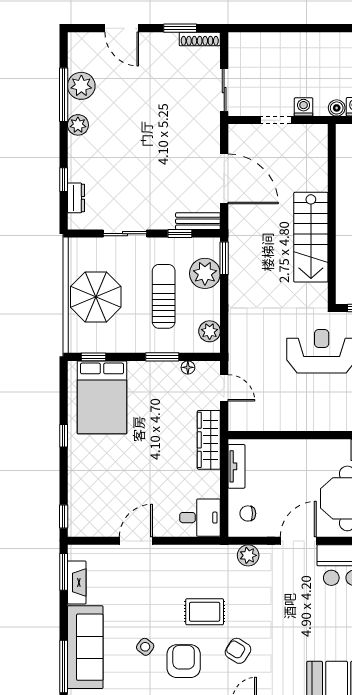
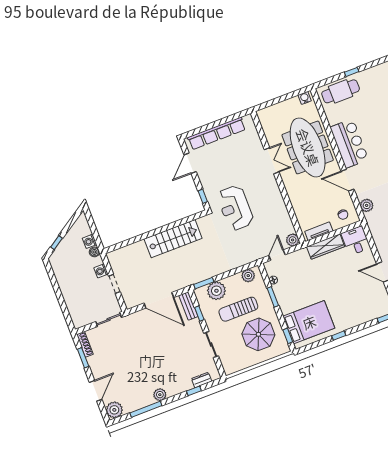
plant: (81, 86) -> (114, 410), moved
door: (224, 179) -> (159, 300), swing flipped
parasol: (96, 297) -> (258, 334), moved
plant: (238, 421) -> (293, 240), added
wardrobe: (209, 440) -> (326, 247), moved

